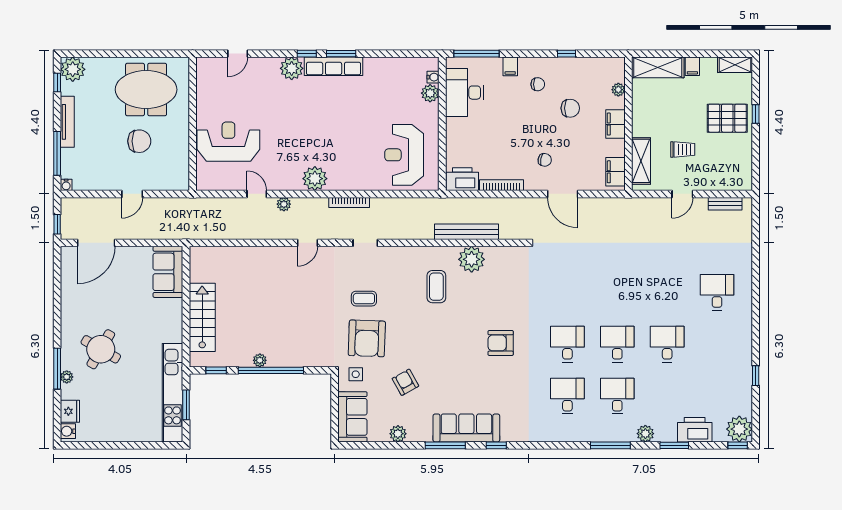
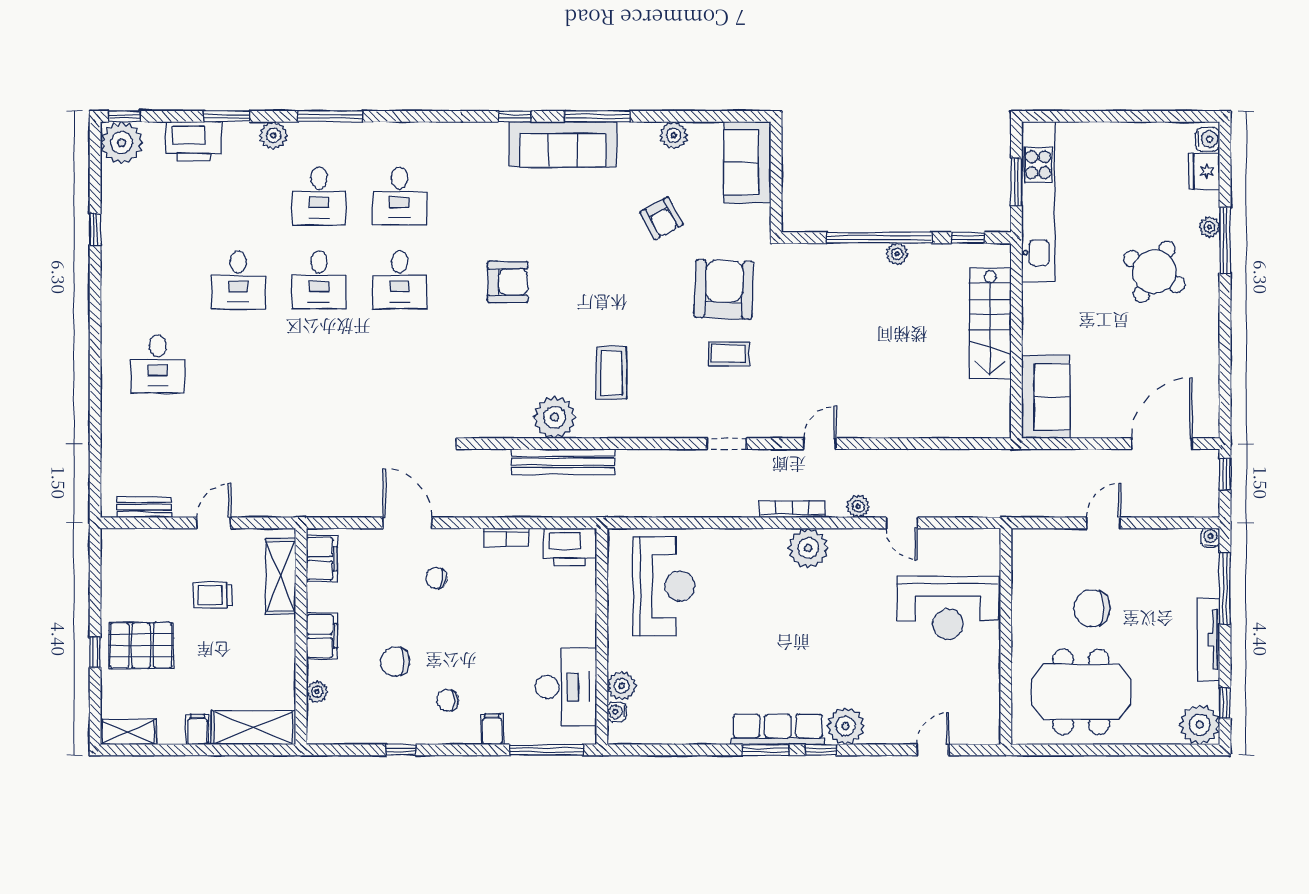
bookcase: (502, 185) -> (506, 537), width x0.64
bookcase: (349, 202) -> (792, 509), moved
side table: (356, 374) -> (742, 231), removed

